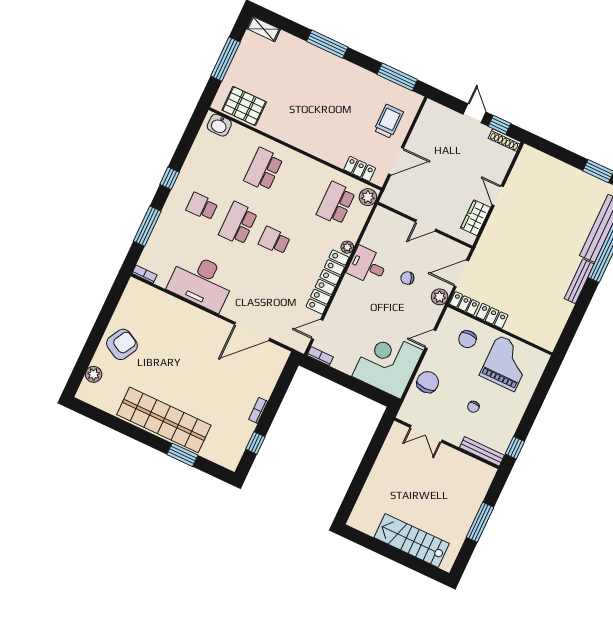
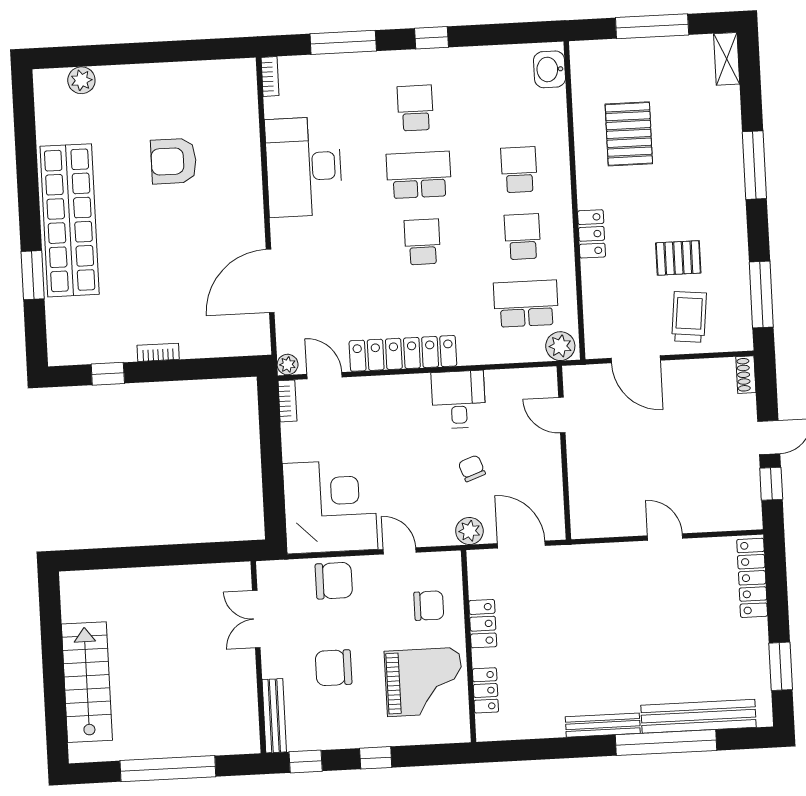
pallet: (244, 106) -> (629, 134), moved
pallet: (355, 110) -> (678, 258), added
trolley: (389, 121) -> (689, 317), turned -84
shoe rack: (505, 140) -> (746, 375), moved, width x0.70
locker: (544, 161) -> (752, 578), added
school desk: (264, 169) -> (519, 170), width x0.54
locker: (360, 169) -> (592, 234), moved
school desk: (300, 186) -> (522, 237), added
door: (498, 196) -> (665, 537), hinge flipped
wardrobe: (476, 218) -> (615, 522), removed
door: (426, 225) -> (562, 415), moved
plant: (347, 247) -> (288, 365), moved
locker: (464, 303) -> (485, 690), moved
door: (252, 331) -> (270, 281), hinge flipped
chair: (467, 339) -> (429, 606), turned 180
armchair: (122, 344) -> (174, 161), moved, turned 151
chair: (473, 407) -> (334, 668), width x1.87, depth x1.87
window: (533, 410) -> (376, 758), added
window: (480, 522) -> (168, 769), width x1.46

